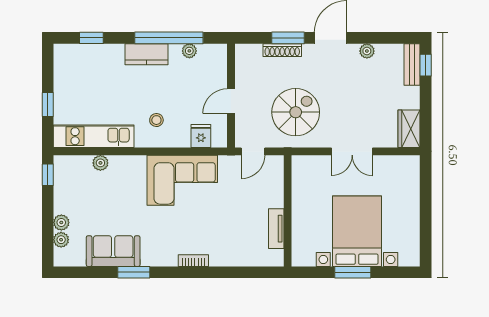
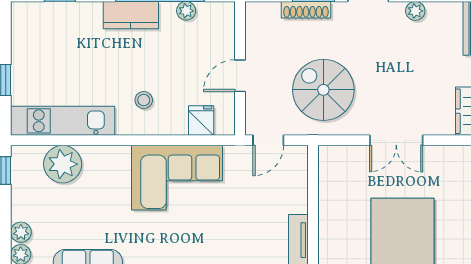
spiral stairs: (296, 112) -> (323, 90), turned -90
plant: (100, 163) -> (63, 164), width x1.87, depth x1.87

